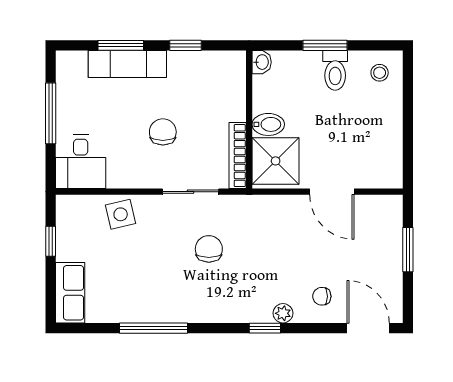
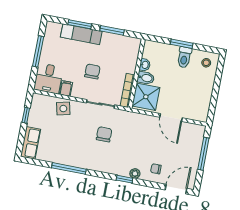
window: (185, 45) -> (112, 30), width x1.50
washbasin: (262, 62) -> (145, 65), moved
filing cabinet: (118, 175) -> (66, 88), added
window: (408, 250) -> (203, 154), width x1.44
door: (368, 328) -> (176, 189), hinge flipped

